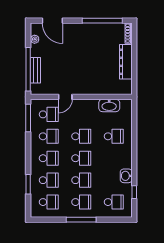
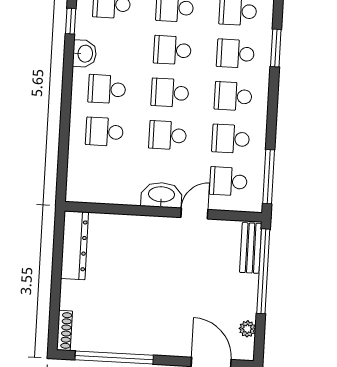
dresser: (126, 62) -> (75, 245), moved
bench: (35, 70) -> (251, 248), moved
washbasin: (109, 105) -> (161, 195), moved
school desk: (114, 158) -> (107, 89), added

